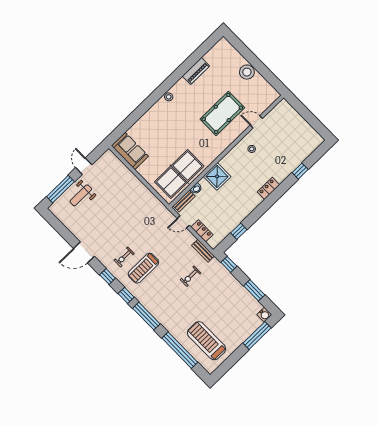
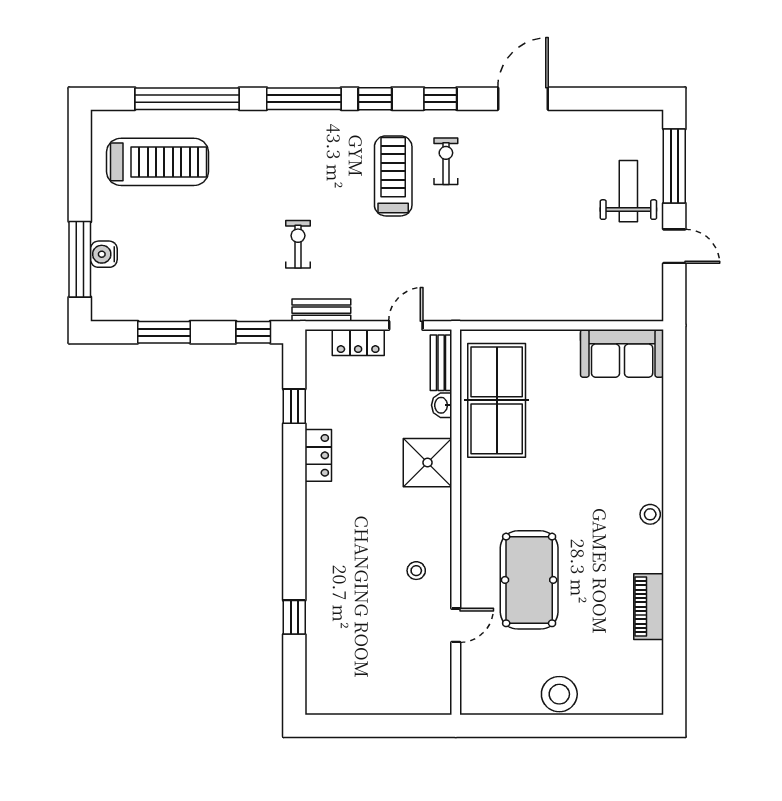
locker: (268, 188) -> (318, 455), moved
water cooler: (264, 315) -> (104, 254), moved

